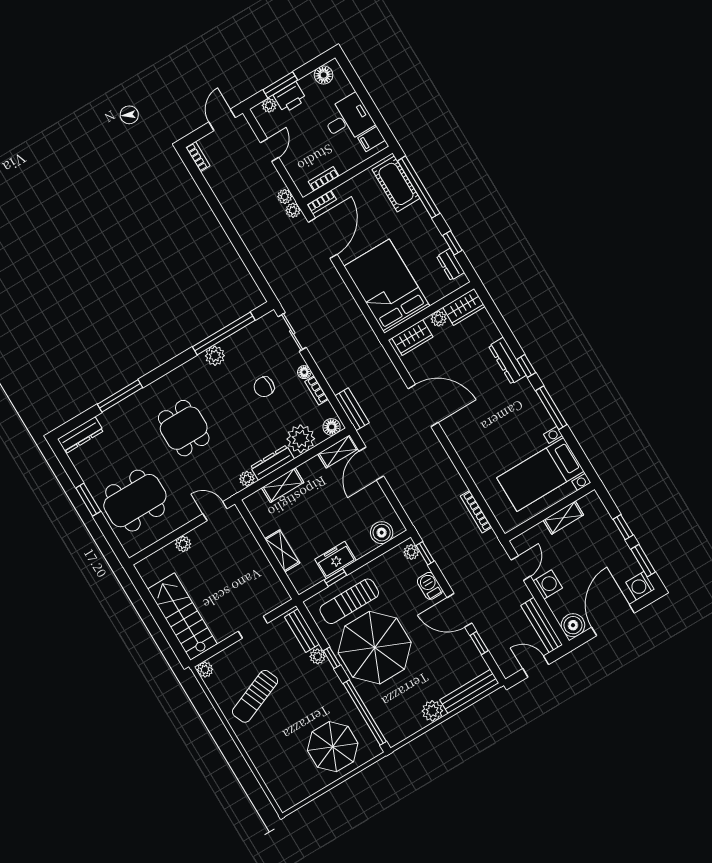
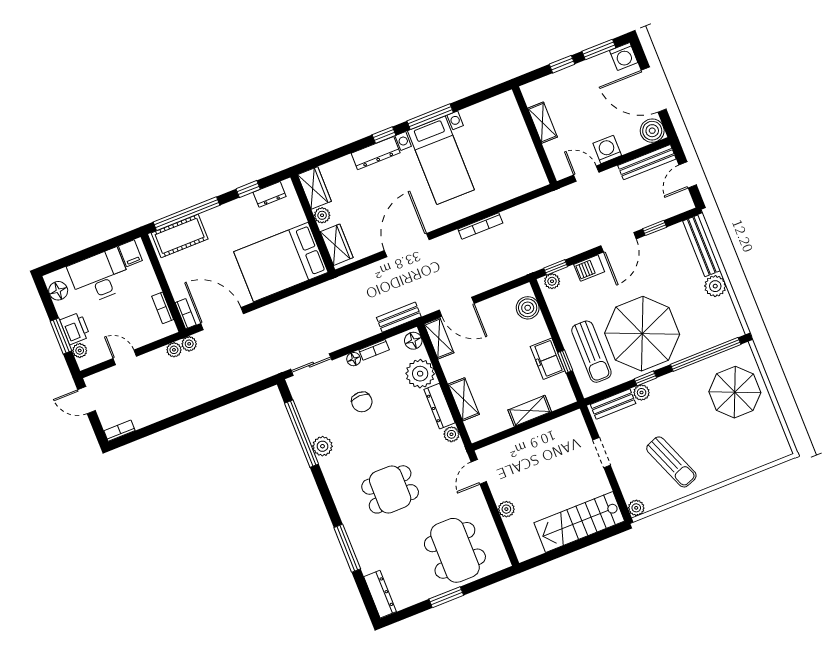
desk: (348, 119) -> (99, 276), width x1.37
bed with nightstands: (540, 474) -> (441, 160), moved
bookcase: (476, 512) -> (480, 226), moved

